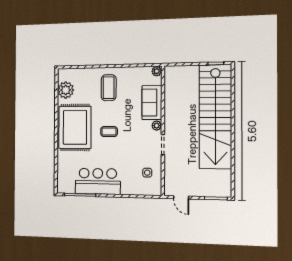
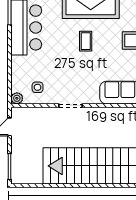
plant: (157, 126) -> (17, 98), moved

